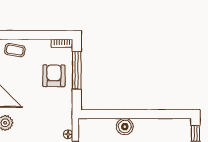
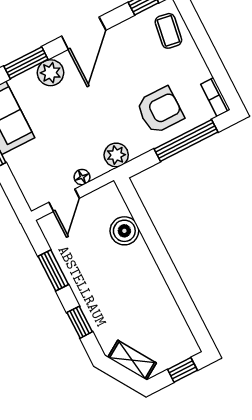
plant: (66, 111) -> (116, 155), added
boiler: (125, 127) -> (124, 231), moved

